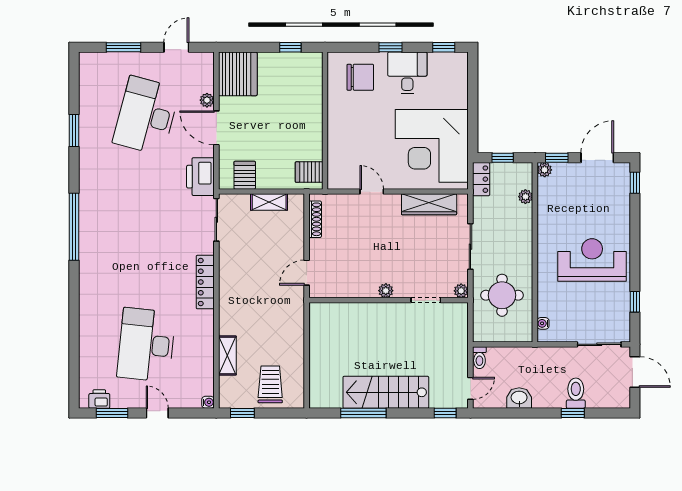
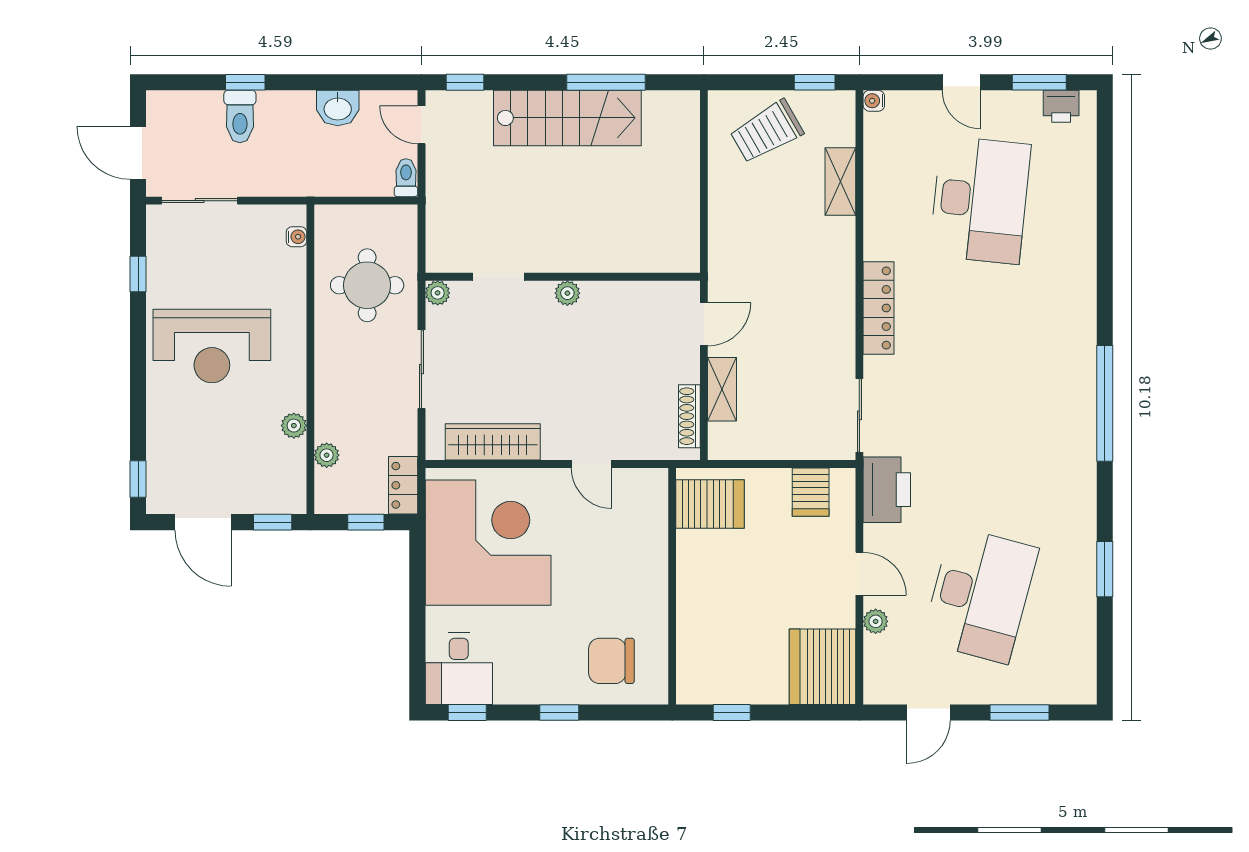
desk: (407, 73) -> (459, 668), moved
door: (216, 128) -> (859, 574), width x0.73
door: (597, 158) -> (203, 522), hinge flipped
plant: (545, 170) -> (294, 426), moved
server rack: (309, 172) -> (710, 504), width x1.36, depth x1.44
shelving: (269, 202) -> (722, 389), moved, turned 90
trolley: (270, 384) -> (767, 132), turned 60
door: (470, 388) -> (421, 125), hinge flipped

